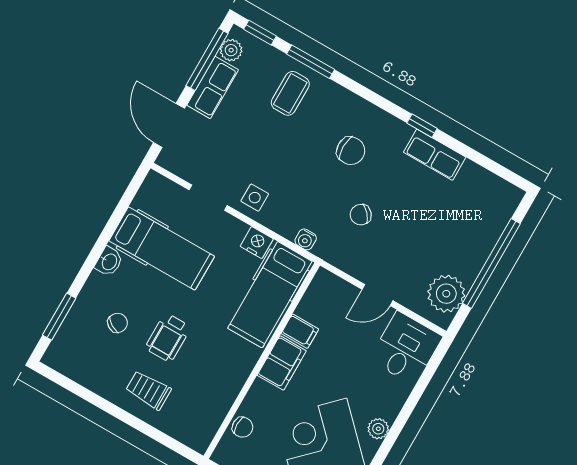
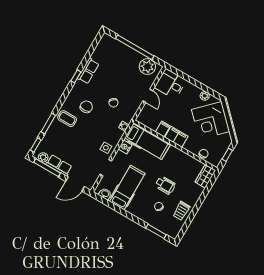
coffee table: (290, 93) -> (67, 119), moved
washbasin: (109, 262) -> (105, 194), moved
trolley: (148, 390) -> (181, 211), moved
wardrobe: (189, 431) -> (205, 176), added

